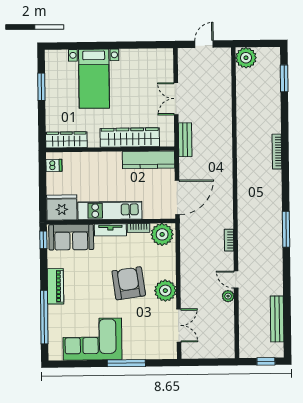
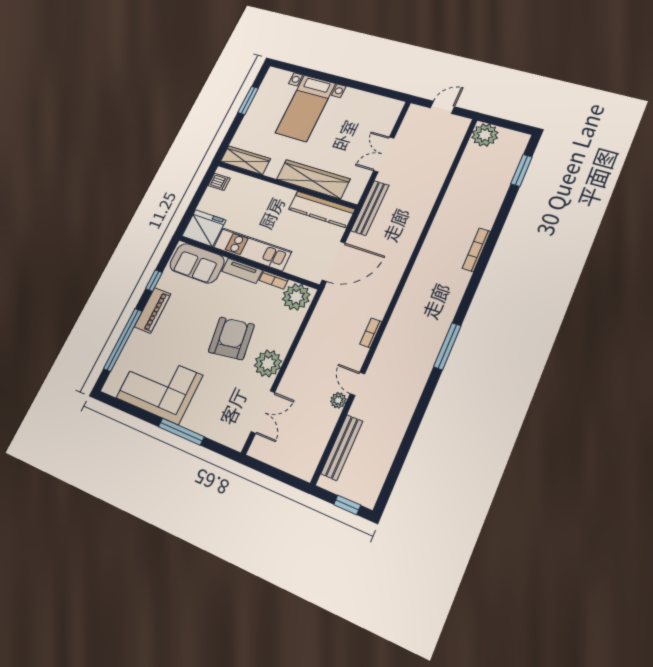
bench: (185, 140) -> (370, 208), width x1.36
window: (43, 240) -> (154, 281), moved
bench: (277, 319) -> (342, 447), moved

